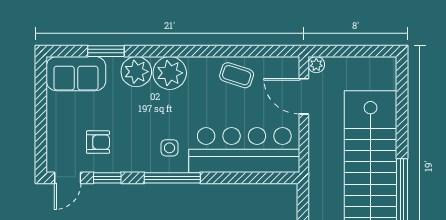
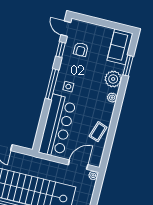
plant: (170, 73) -> (112, 98), width x0.53, depth x0.53

